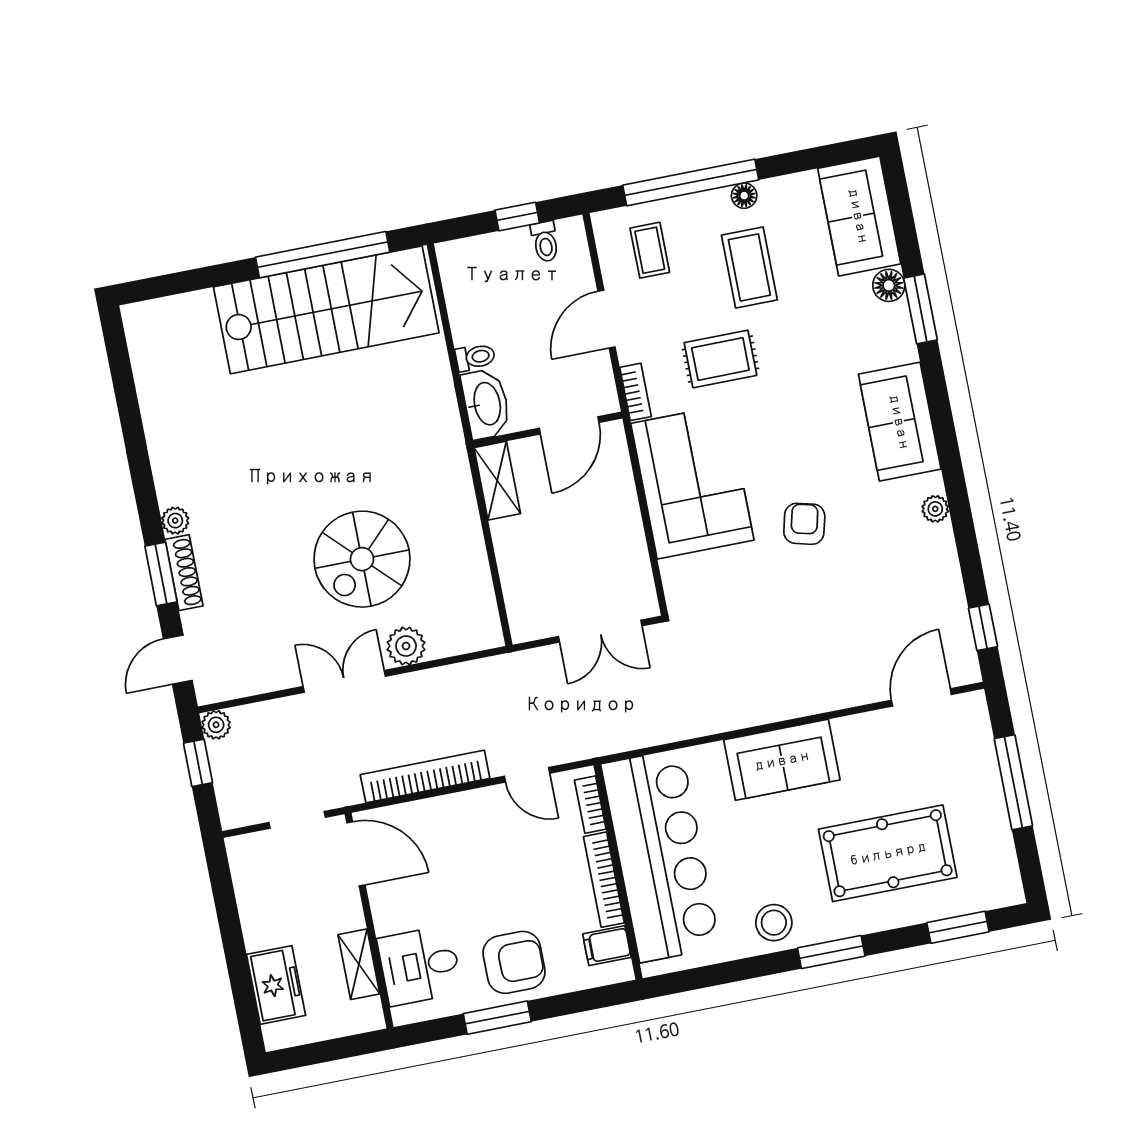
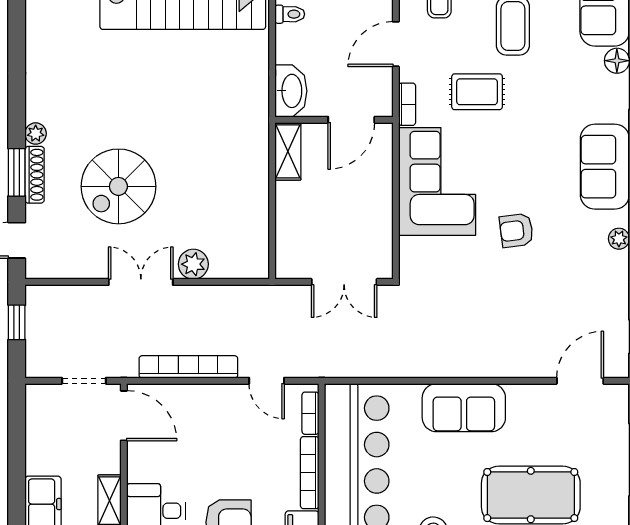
toilet: (475, 357) -> (290, 14), moved
armchair: (804, 524) -> (516, 230), turned -111
spiral stairs: (362, 559) -> (118, 186), moved
plant: (216, 725) -> (36, 296), removed

